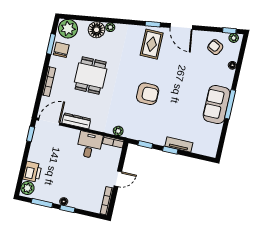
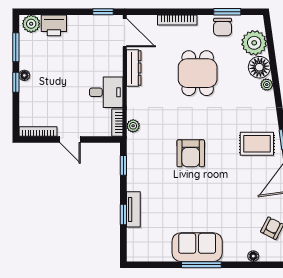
plant: (68, 29) -> (254, 43), moved
chair: (61, 50) -> (223, 27), turned 90
dining table: (91, 76) -> (198, 73), turned 90
window: (170, 150) -> (123, 214), moved

